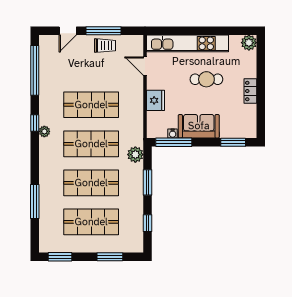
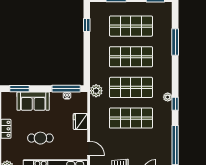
sofa: (199, 126) -> (33, 101), moved
plant: (135, 155) -> (96, 91), moved
window: (147, 182) -> (87, 57), removed

